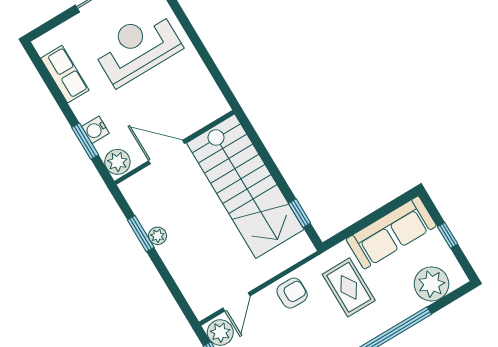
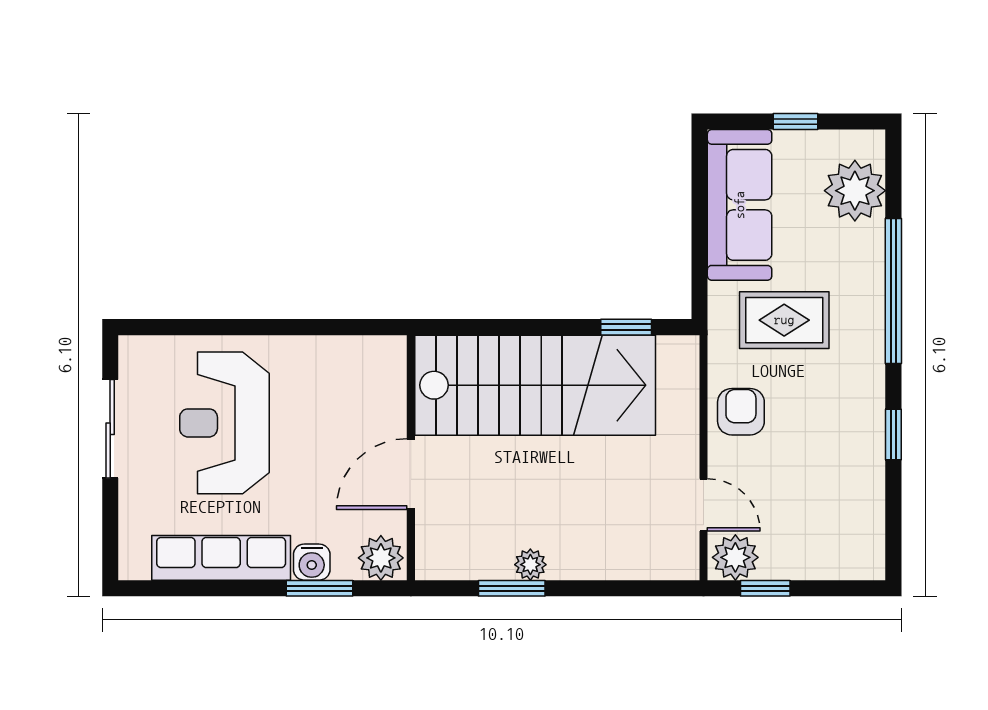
row of seats: (65, 74) -> (221, 558), width x1.48

